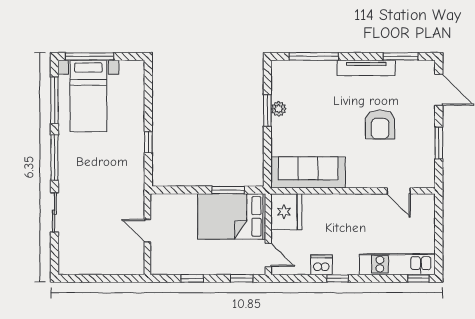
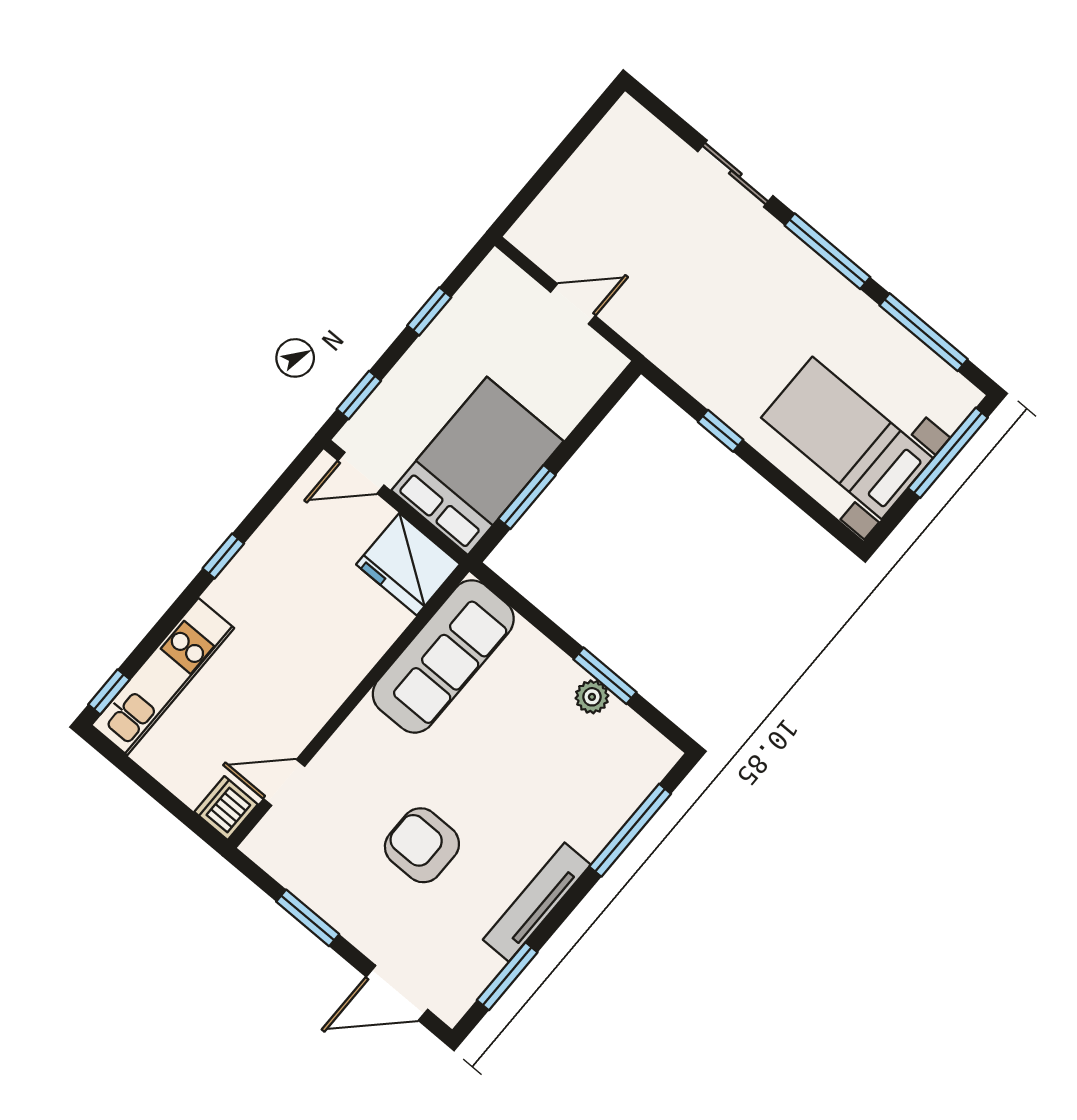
bed with nightstands: (88, 96) -> (847, 438), moved
dishwasher: (322, 265) -> (226, 808), moved, turned 180

